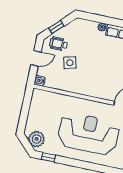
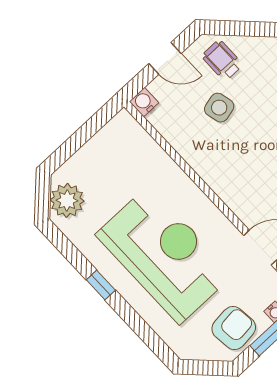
window: (56, 27) -> (239, 28), removed
window: (49, 157) -> (101, 285), moved

